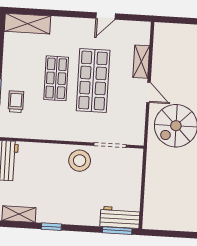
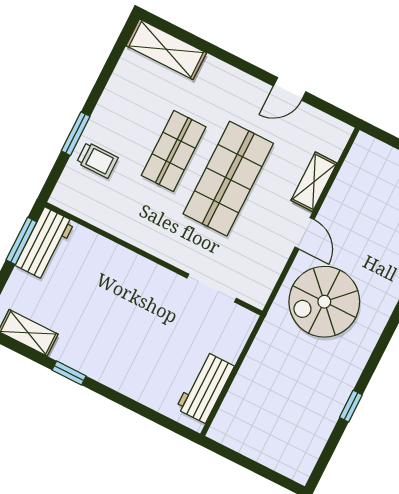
trolley: (16, 102) -> (97, 160), turned 90
stool: (80, 161) -> (155, 291), removed
workbench: (120, 217) -> (205, 387), moved, turned -90
window: (117, 231) -> (166, 422), removed

